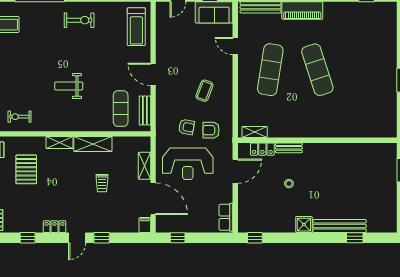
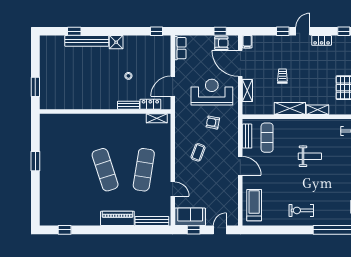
armchair: (211, 130) -> (221, 43), moved

